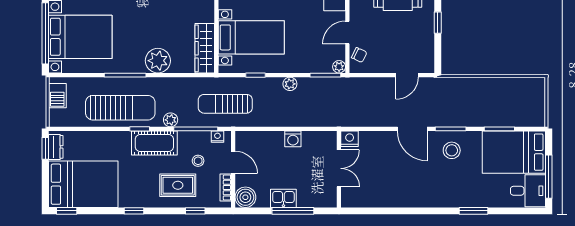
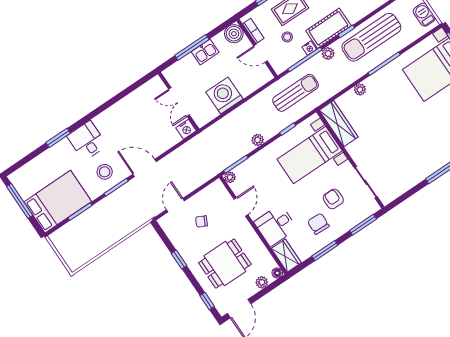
chair: (359, 55) -> (202, 221), moved
plant: (158, 61) -> (360, 90), width x0.53, depth x0.53
nightstand: (217, 137) -> (309, 48), moved
washing machine: (293, 139) -> (224, 96), width x1.89, depth x1.89
desk: (528, 191) -> (87, 141), moved, turned 90

